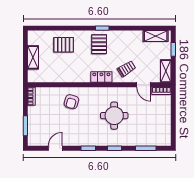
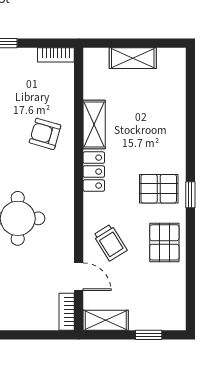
shelving: (156, 36) -> (94, 124), moved
pallet: (64, 45) -> (164, 242), moved
locker: (101, 77) -> (94, 172), moved
door: (144, 85) -> (79, 277), swing flipped

